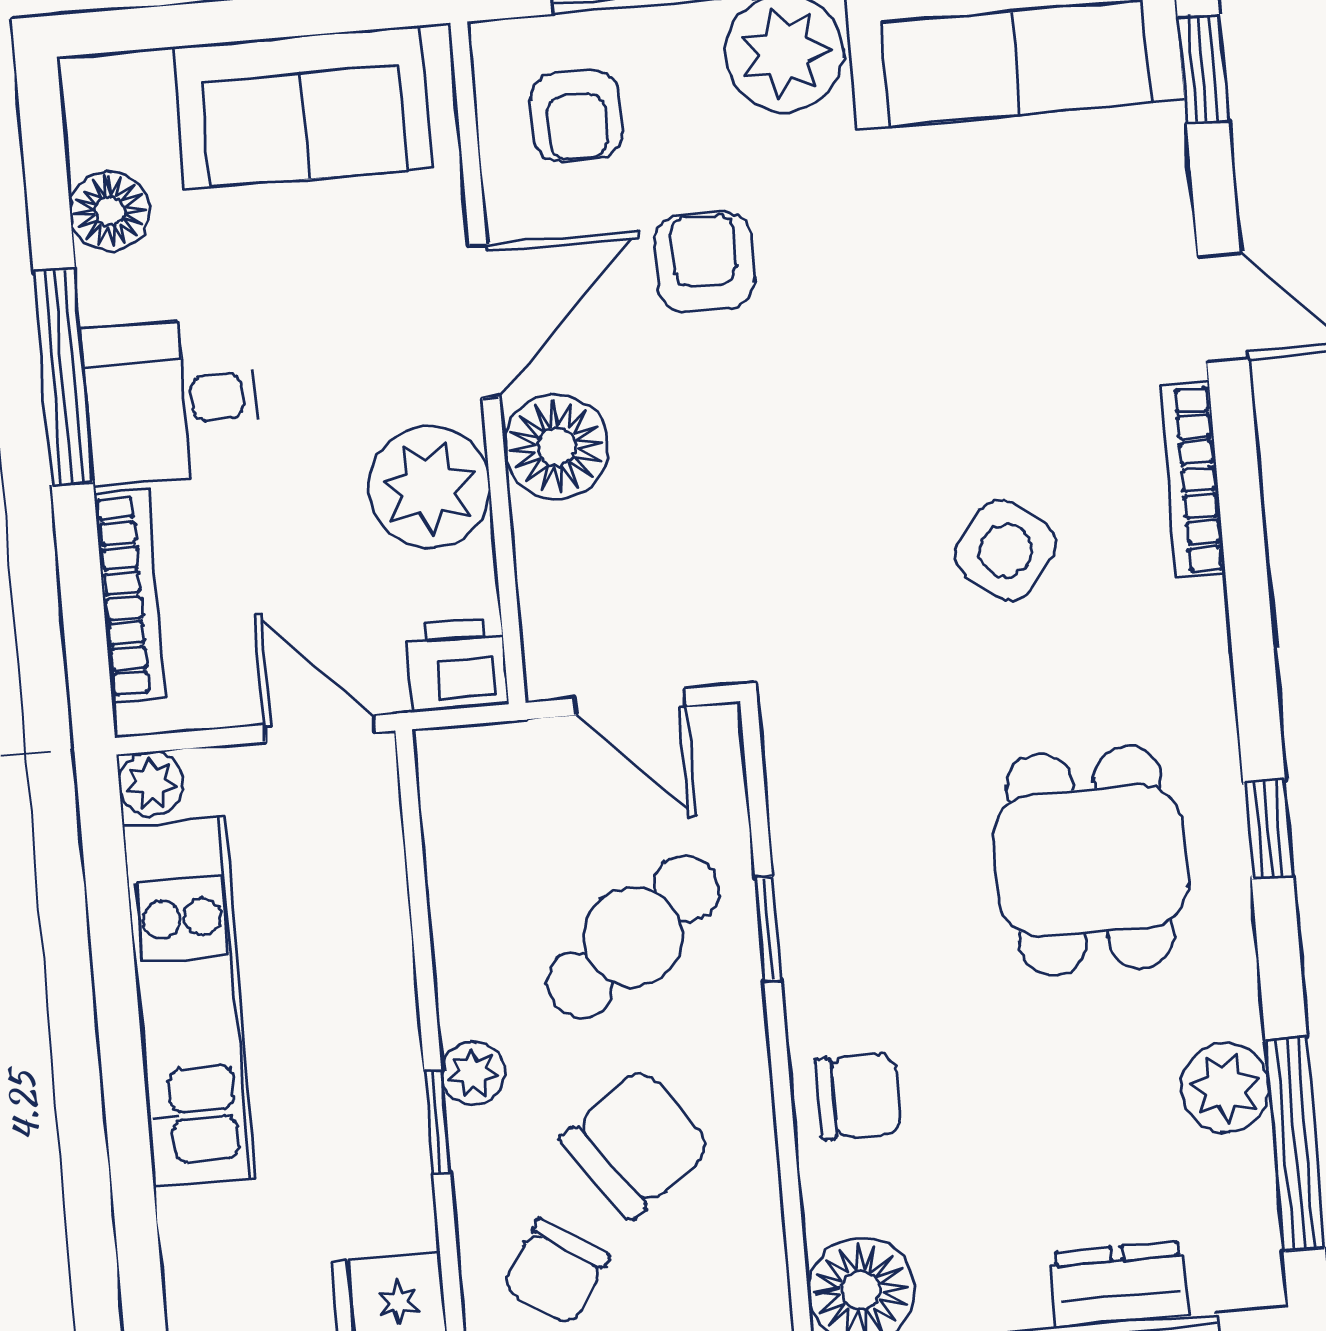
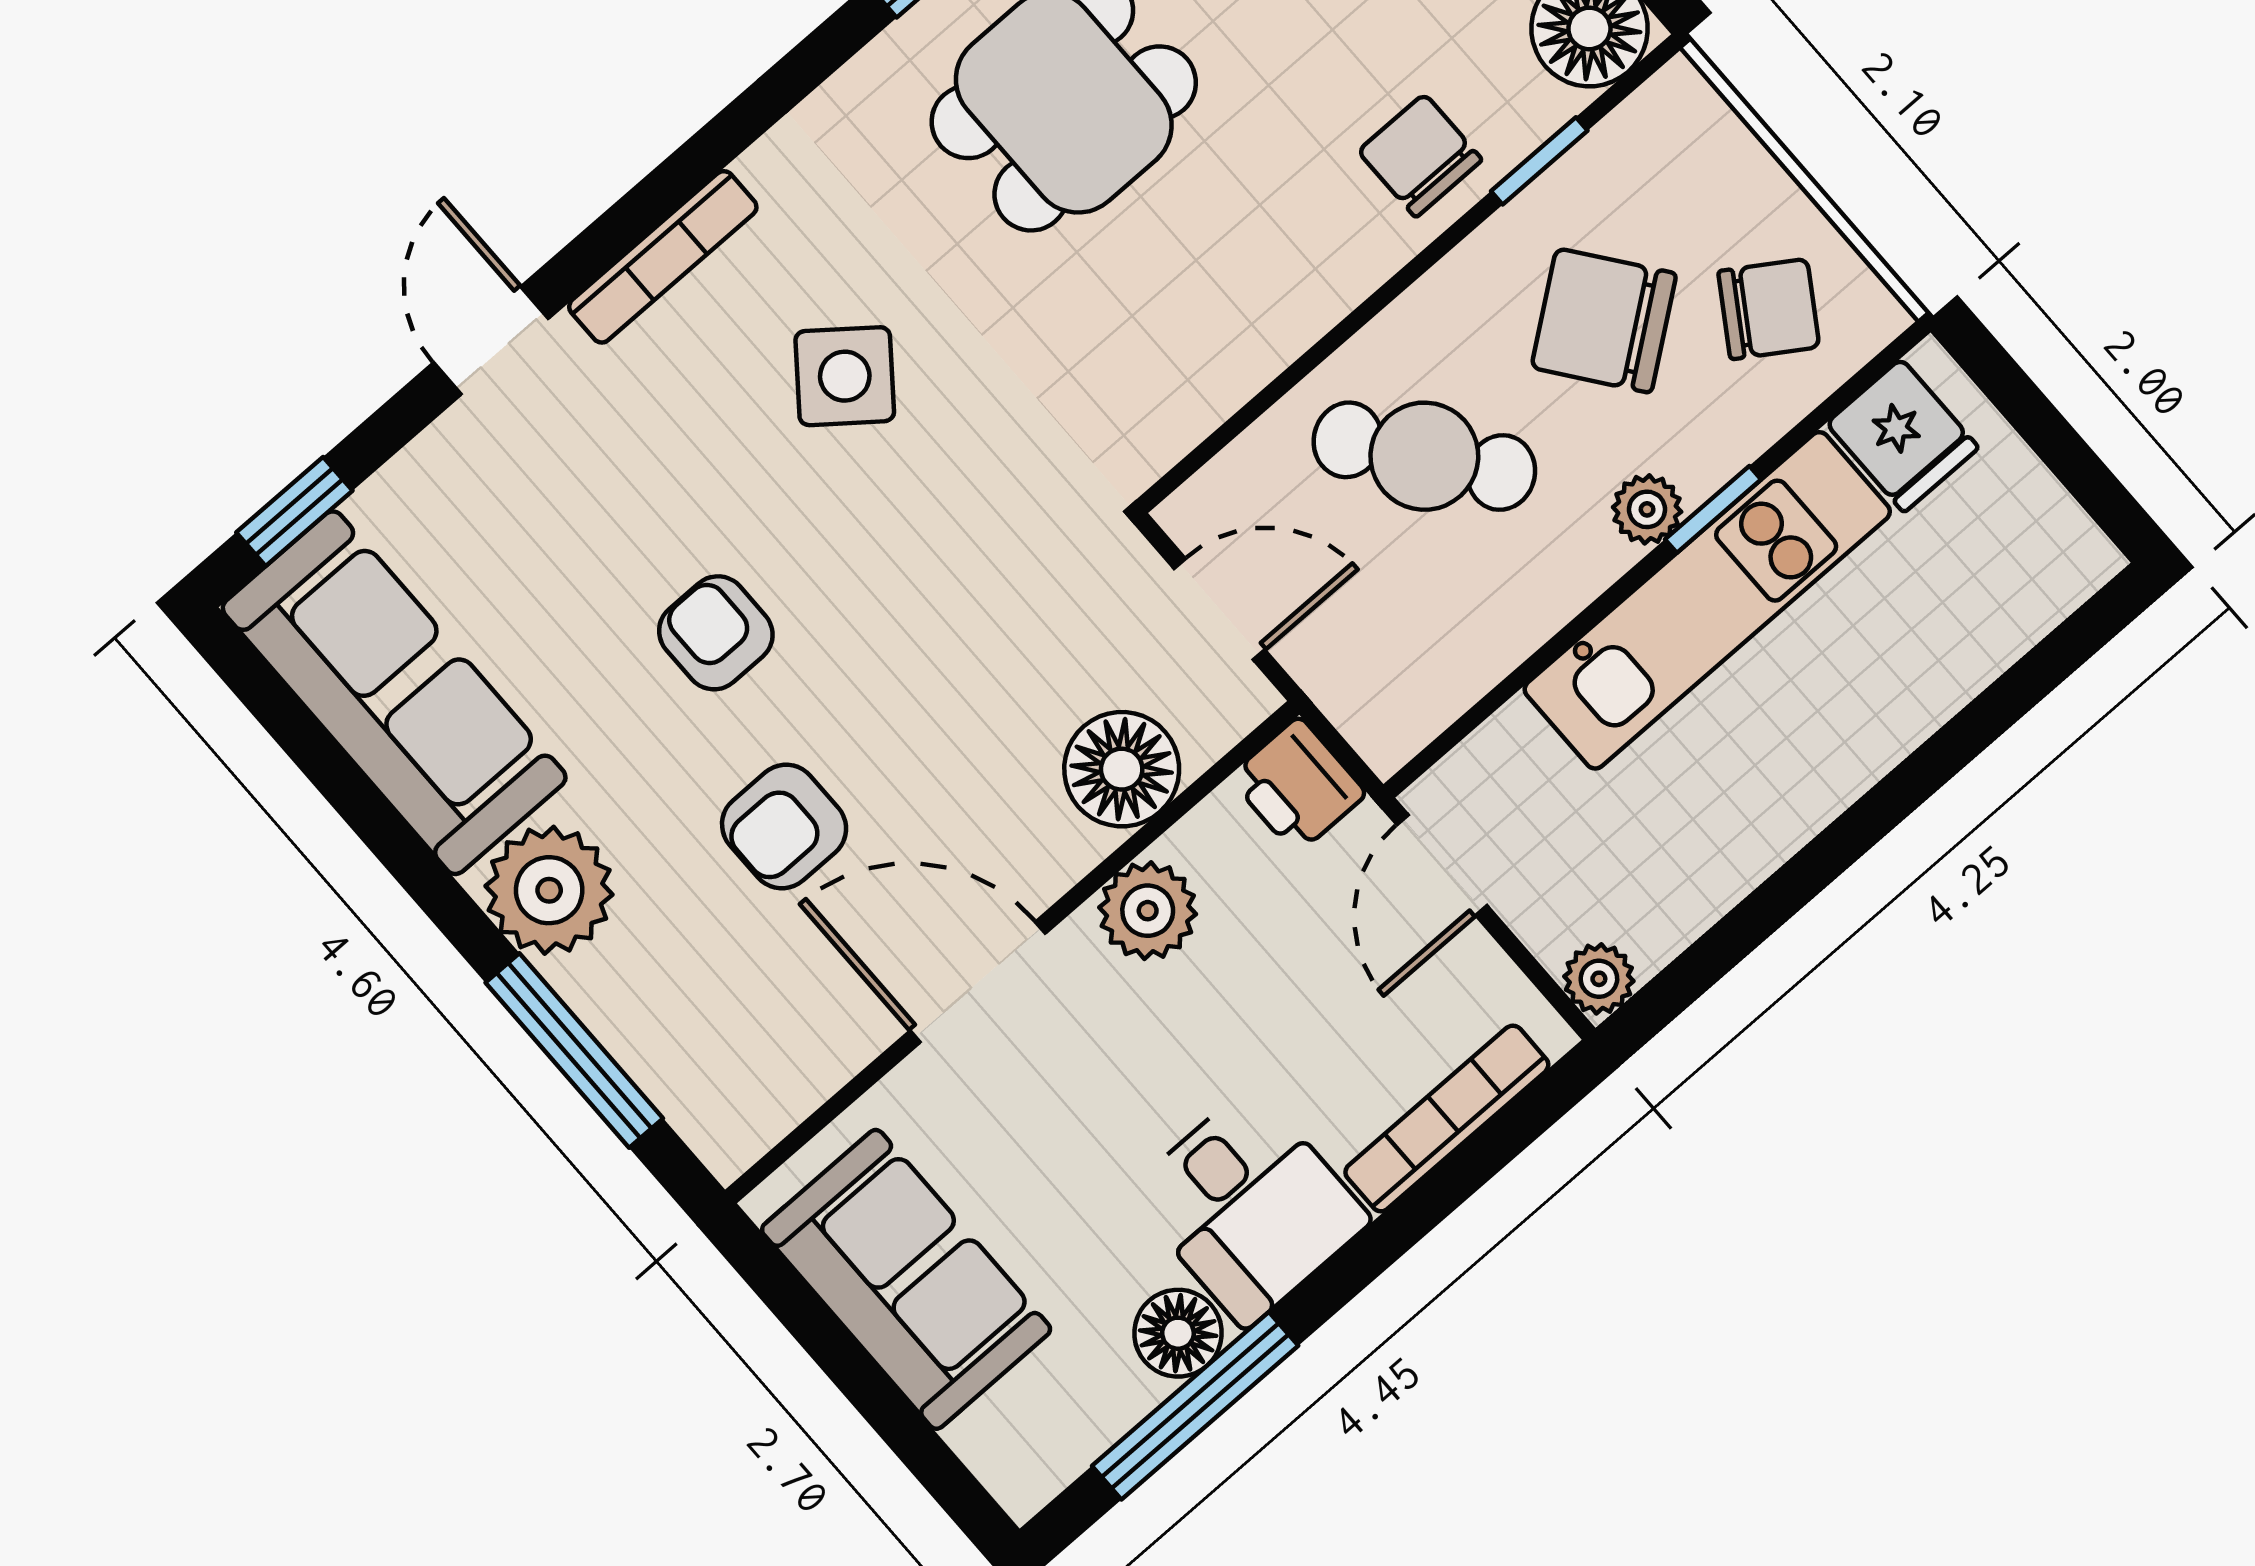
armchair: (577, 116) -> (716, 633), moved, turned -90
floor lamp: (110, 211) -> (1178, 1333), moved
window: (63, 377) -> (1195, 1406), moved
floor lamp: (556, 447) -> (1122, 769), moved
plant: (429, 487) -> (1148, 911), width x0.73, depth x0.73
door: (630, 702) -> (1219, 609), hinge flipped
window: (768, 929) -> (1539, 161), moved
kitchen unit: (189, 1002) -> (1707, 600), moved, turned 180

